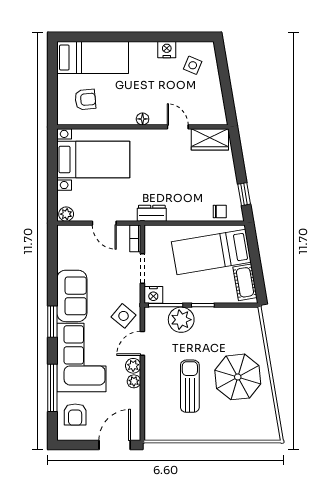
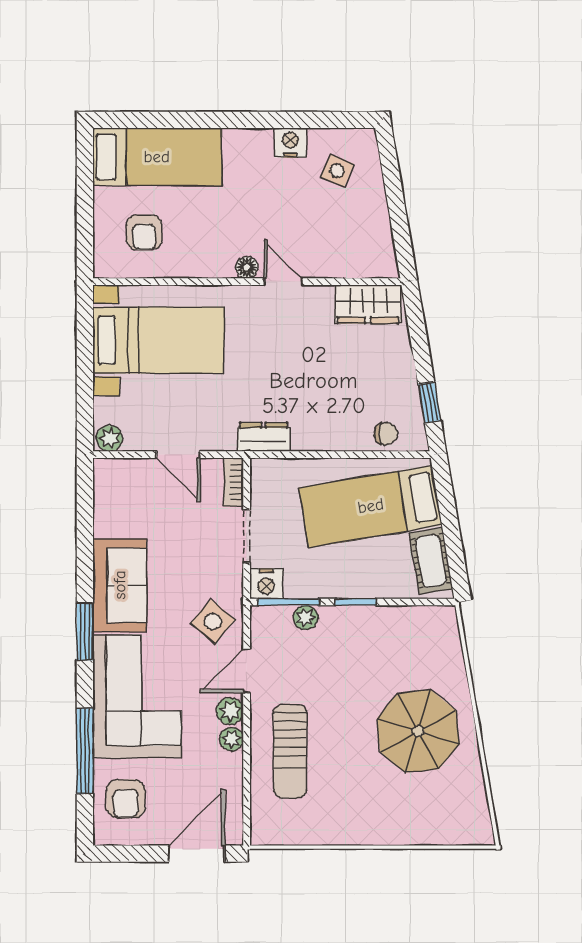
armchair: (85, 100) -> (144, 232), turned 95
door: (178, 127) -> (283, 282), moved
plant: (181, 320) -> (306, 617), width x0.53, depth x0.53
sun lounger: (190, 386) -> (290, 751), moved, turned 180

